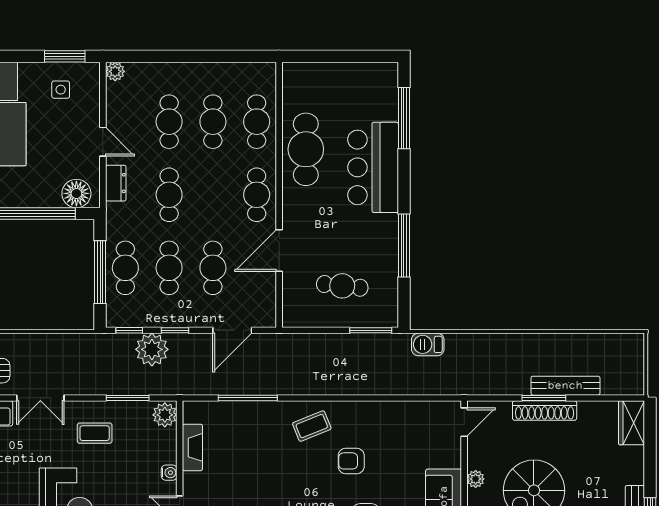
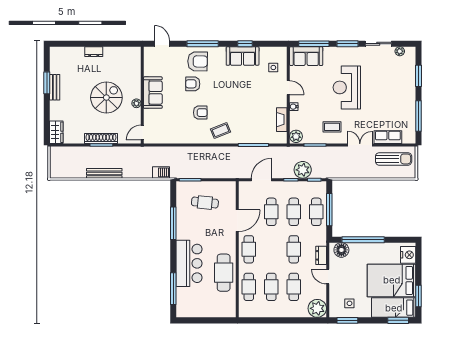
plant: (115, 71) -> (317, 308), width x1.88, depth x1.88
bench: (565, 386) -> (104, 173), moved

